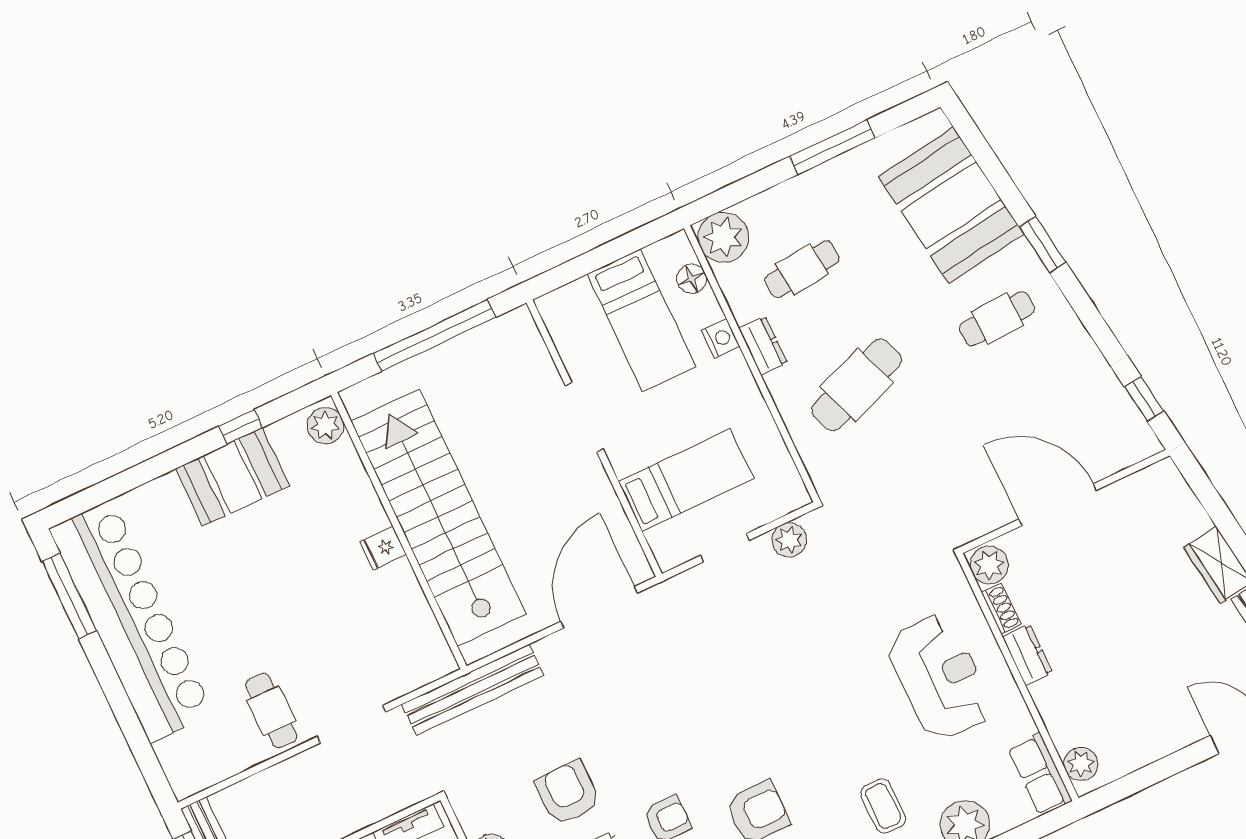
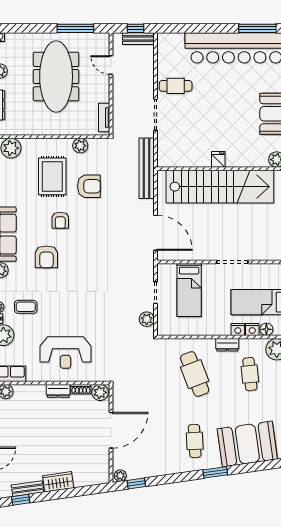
nightstand: (706, 308) -> (252, 329), added
plant: (1143, 440) -> (120, 476), added

